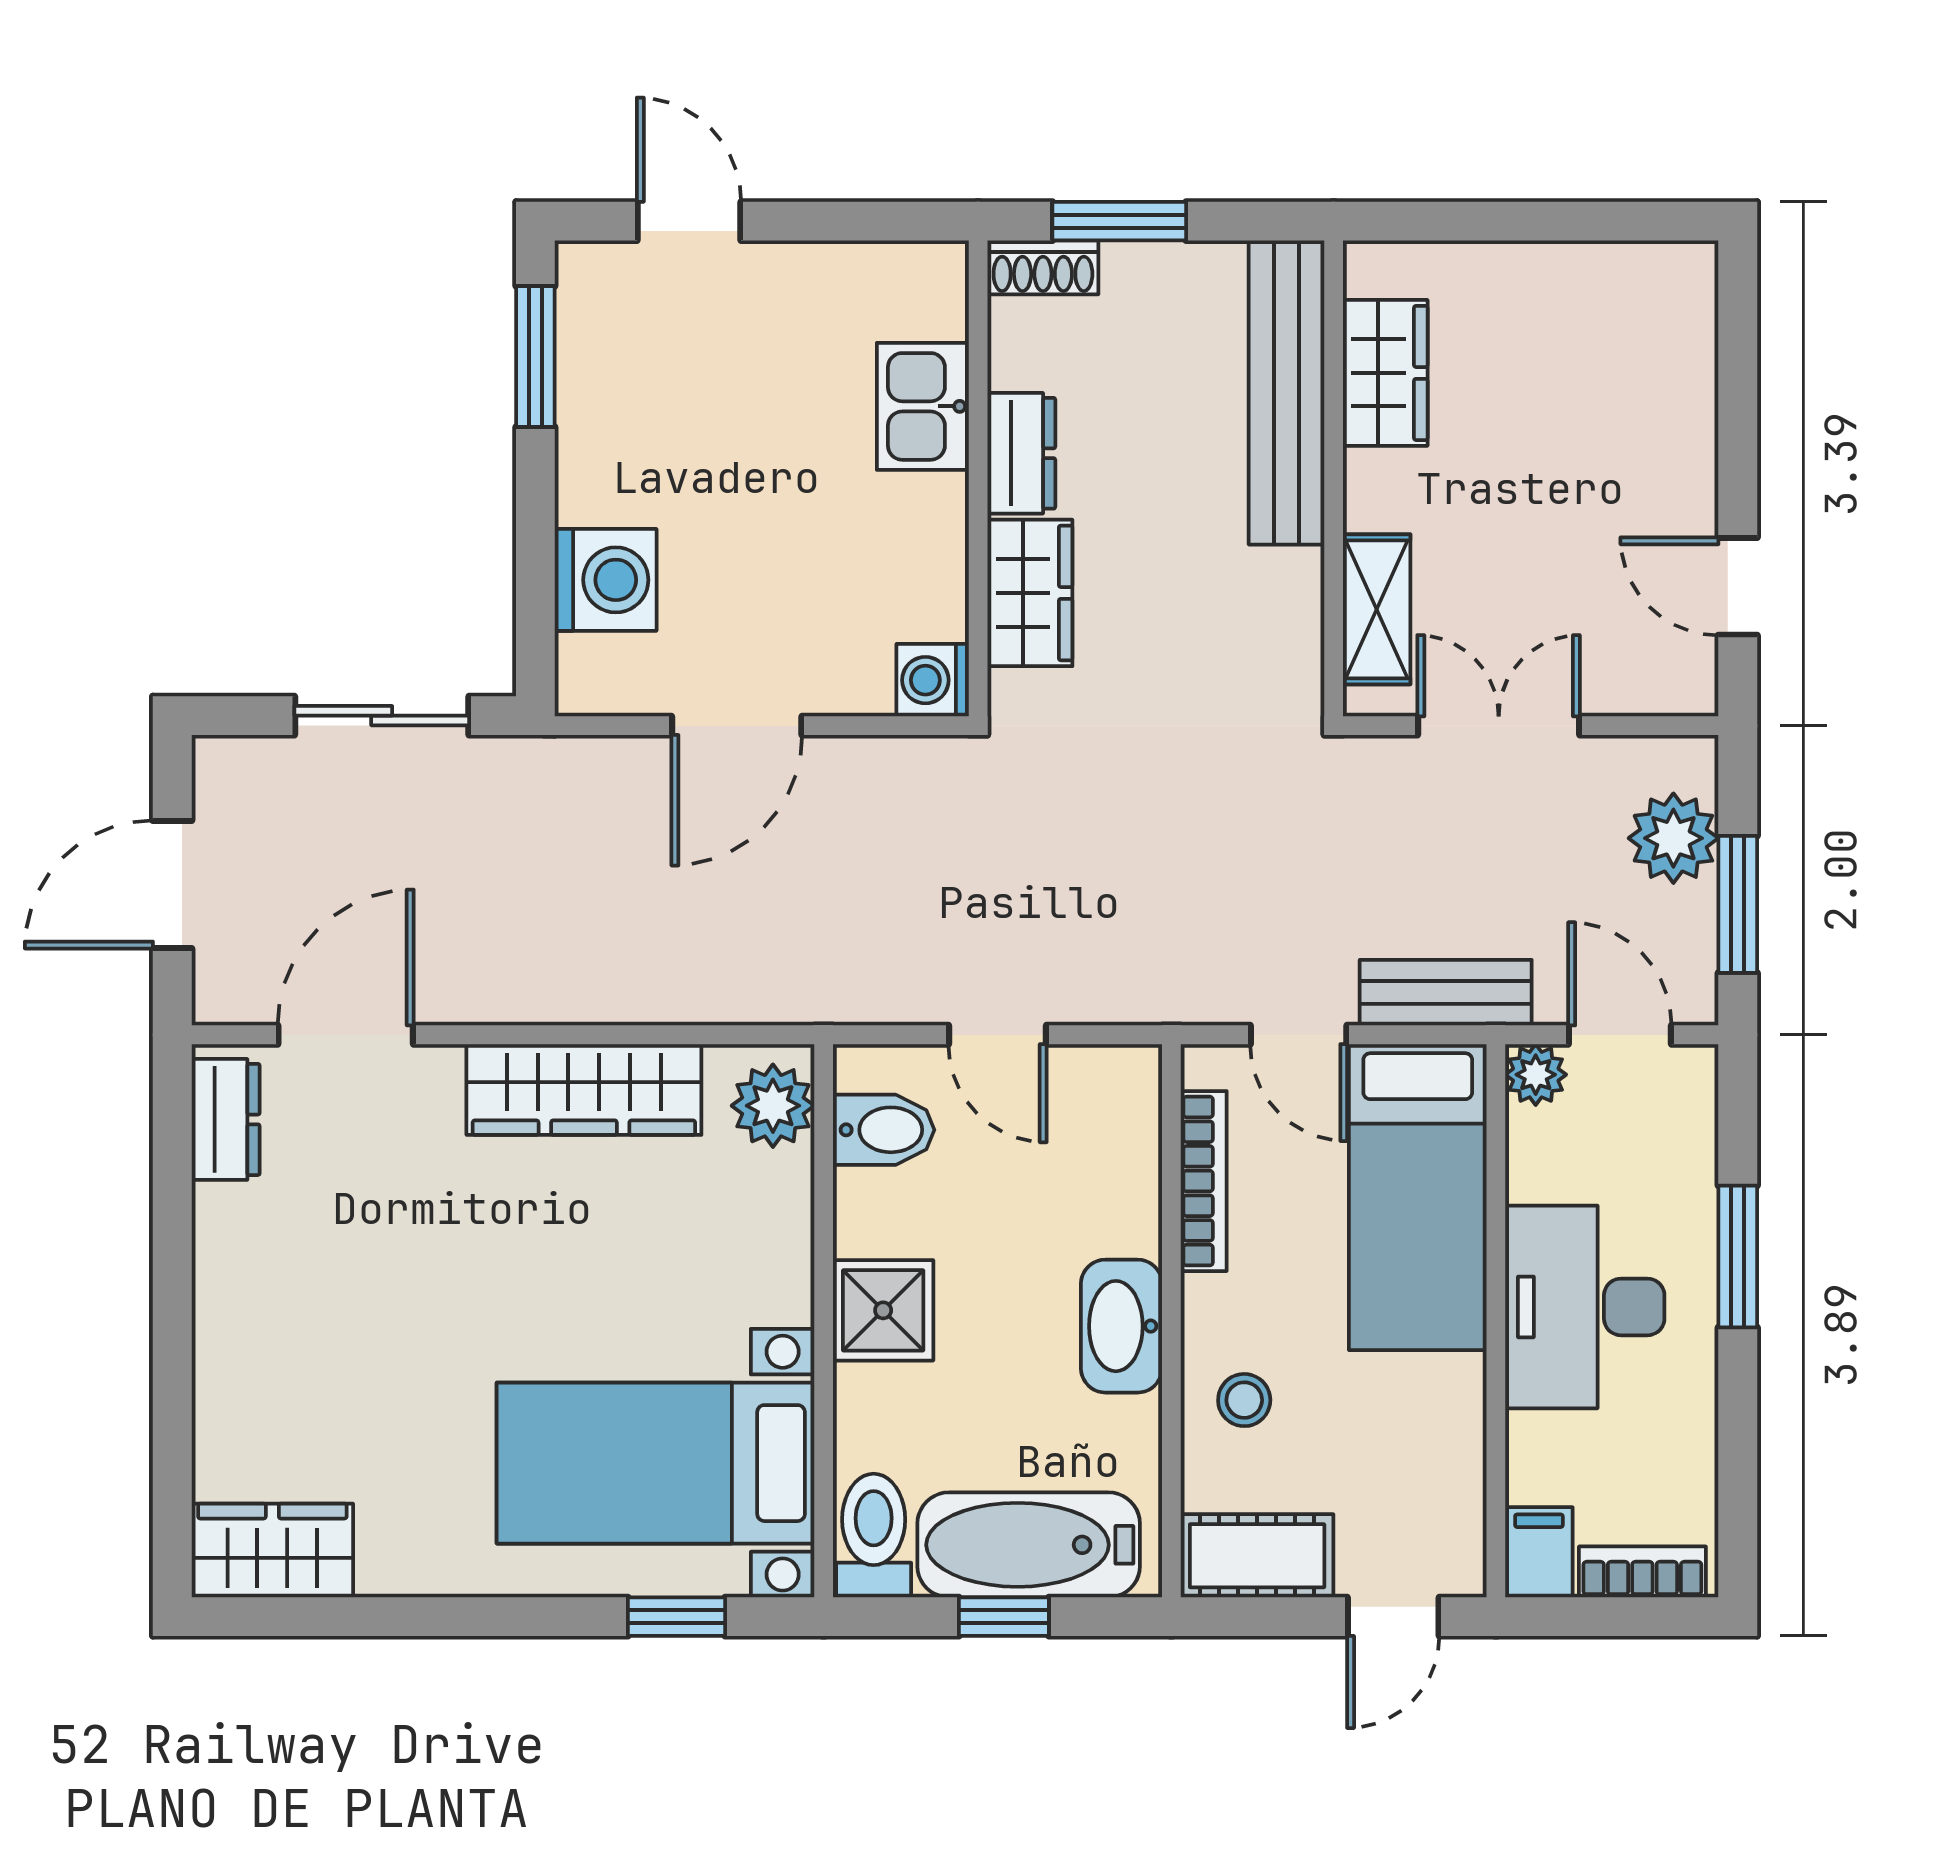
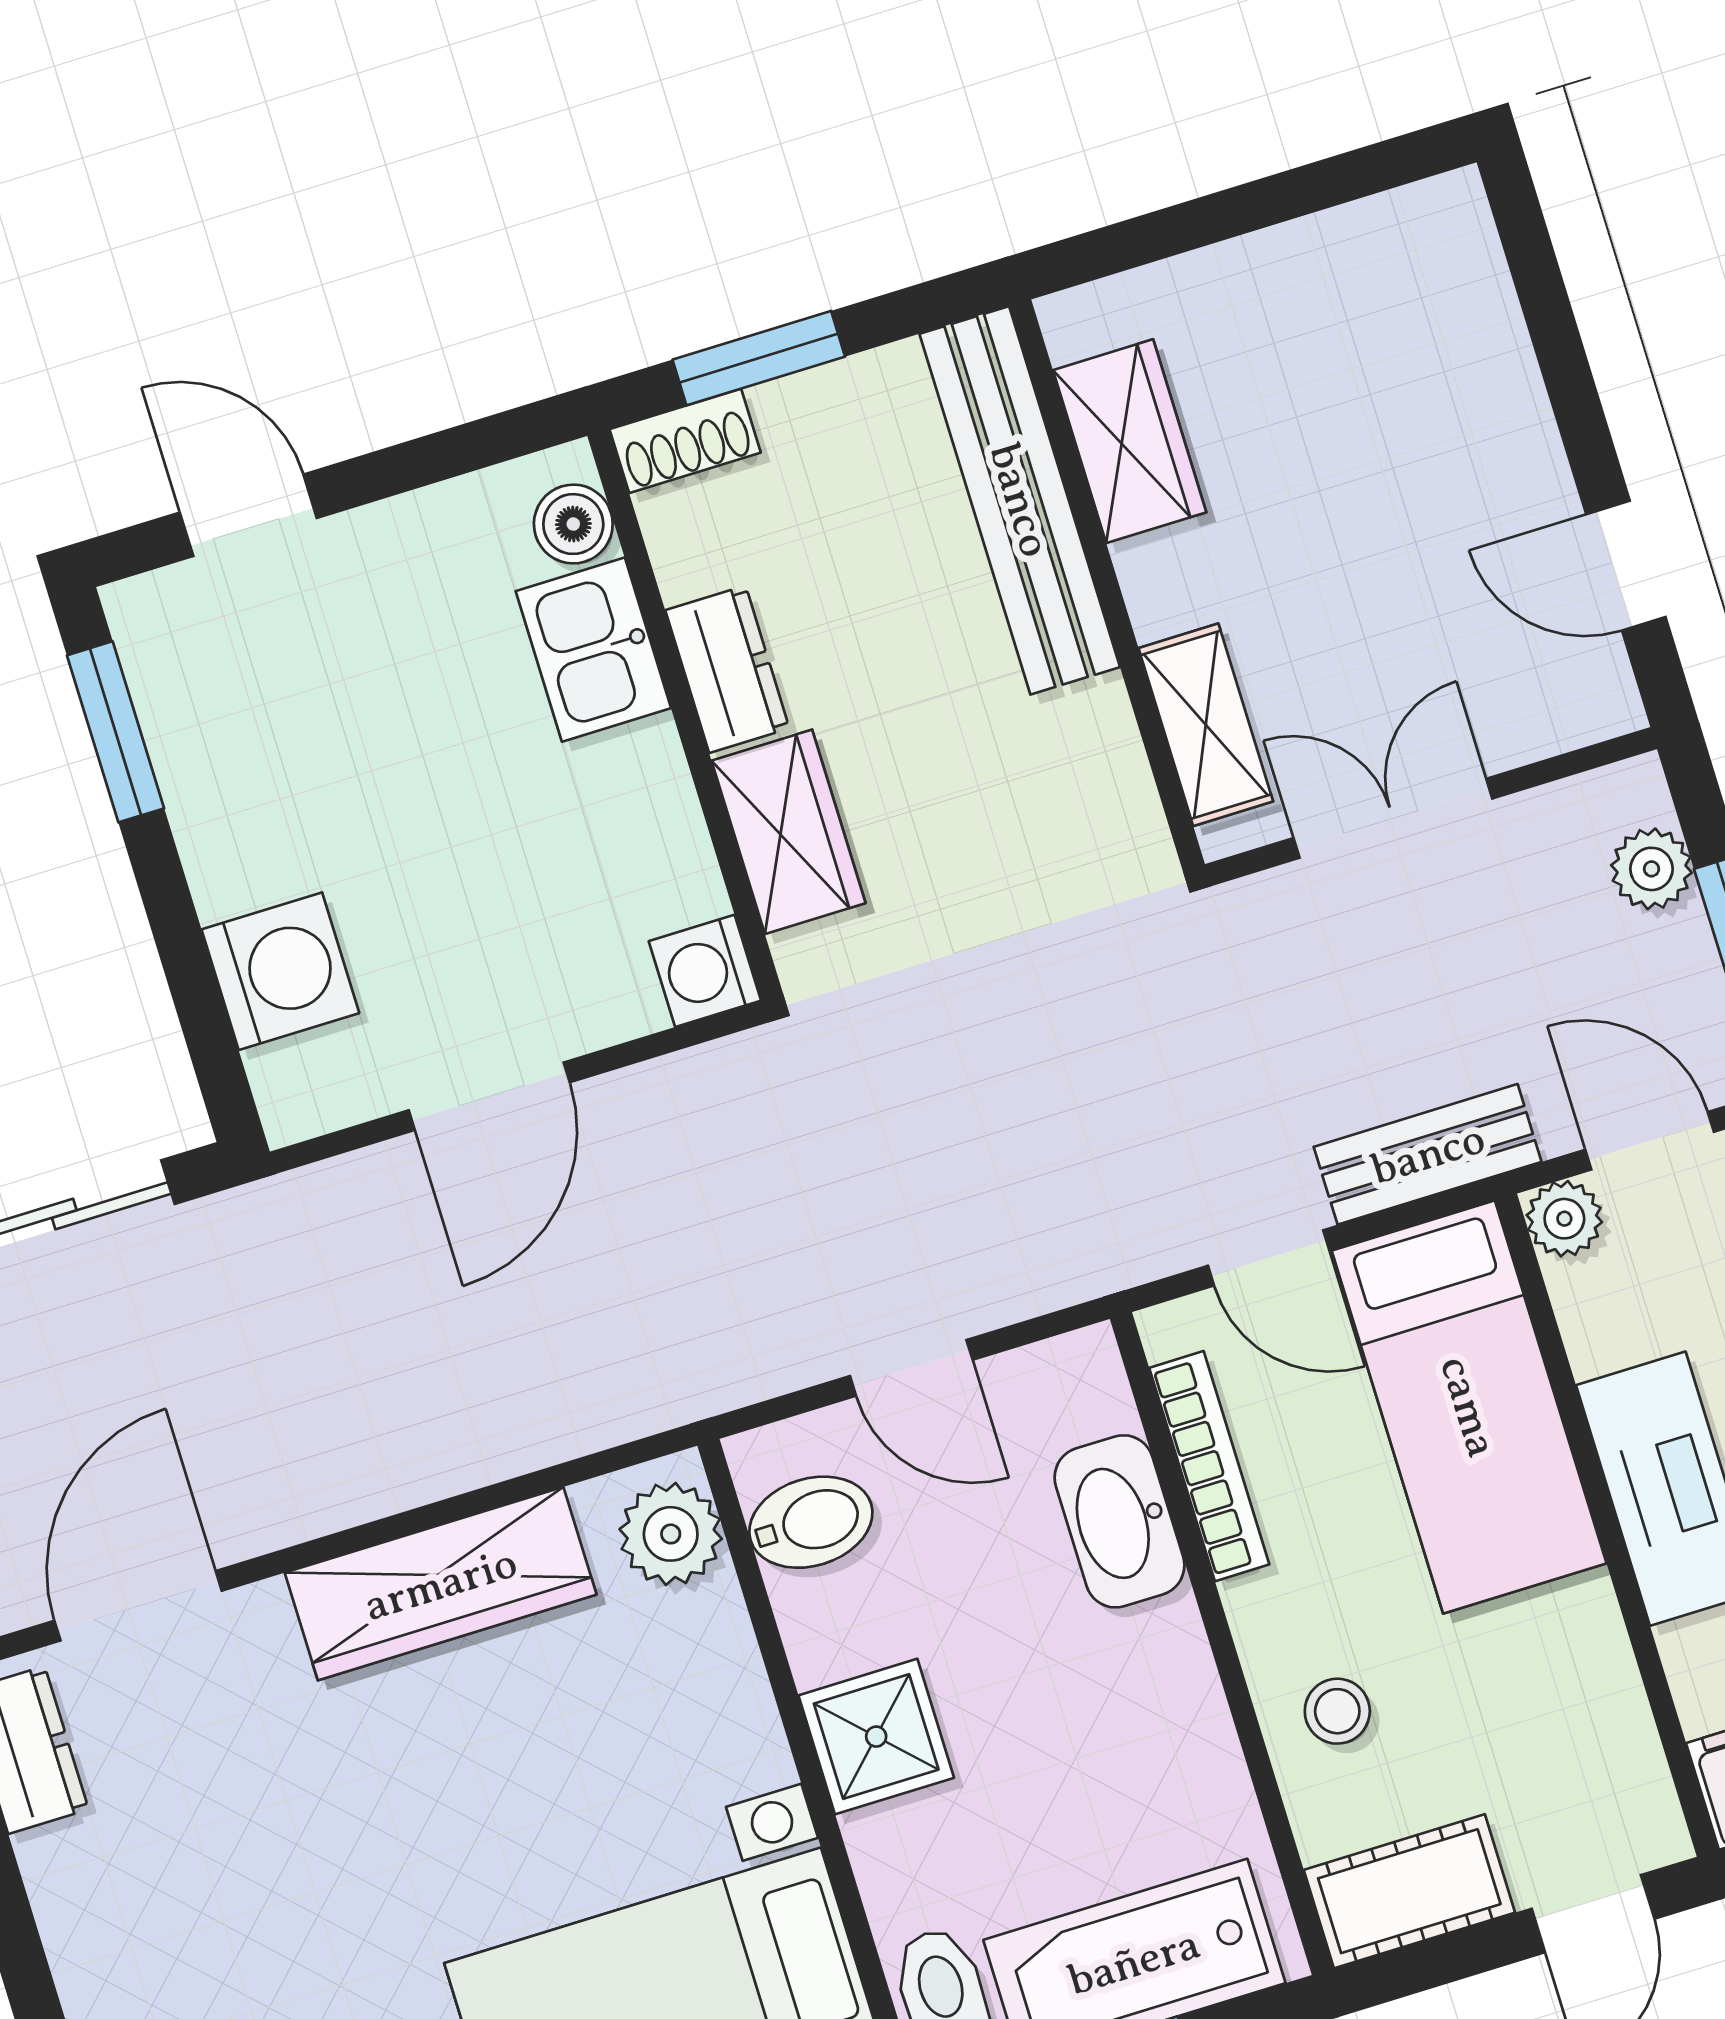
boiler: (937, 305) -> (573, 524), added
plant: (1673, 838) -> (1652, 869), width x0.73, depth x0.73
washbasin: (1121, 1326) -> (1120, 1521), moved

